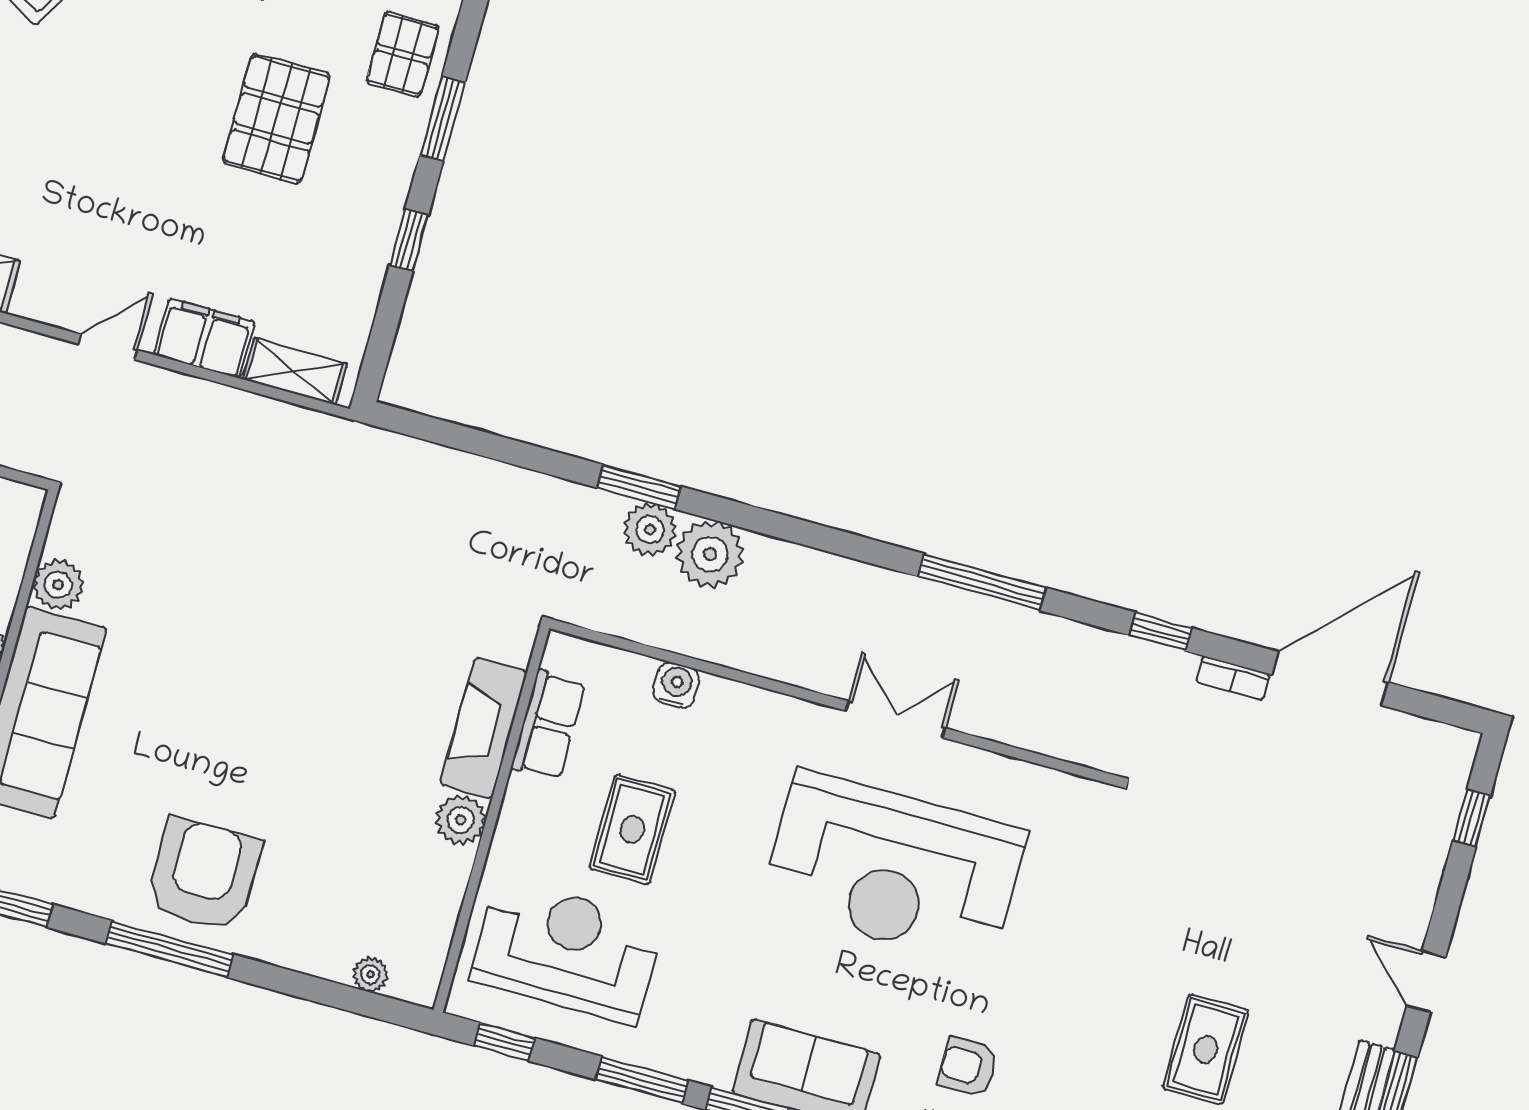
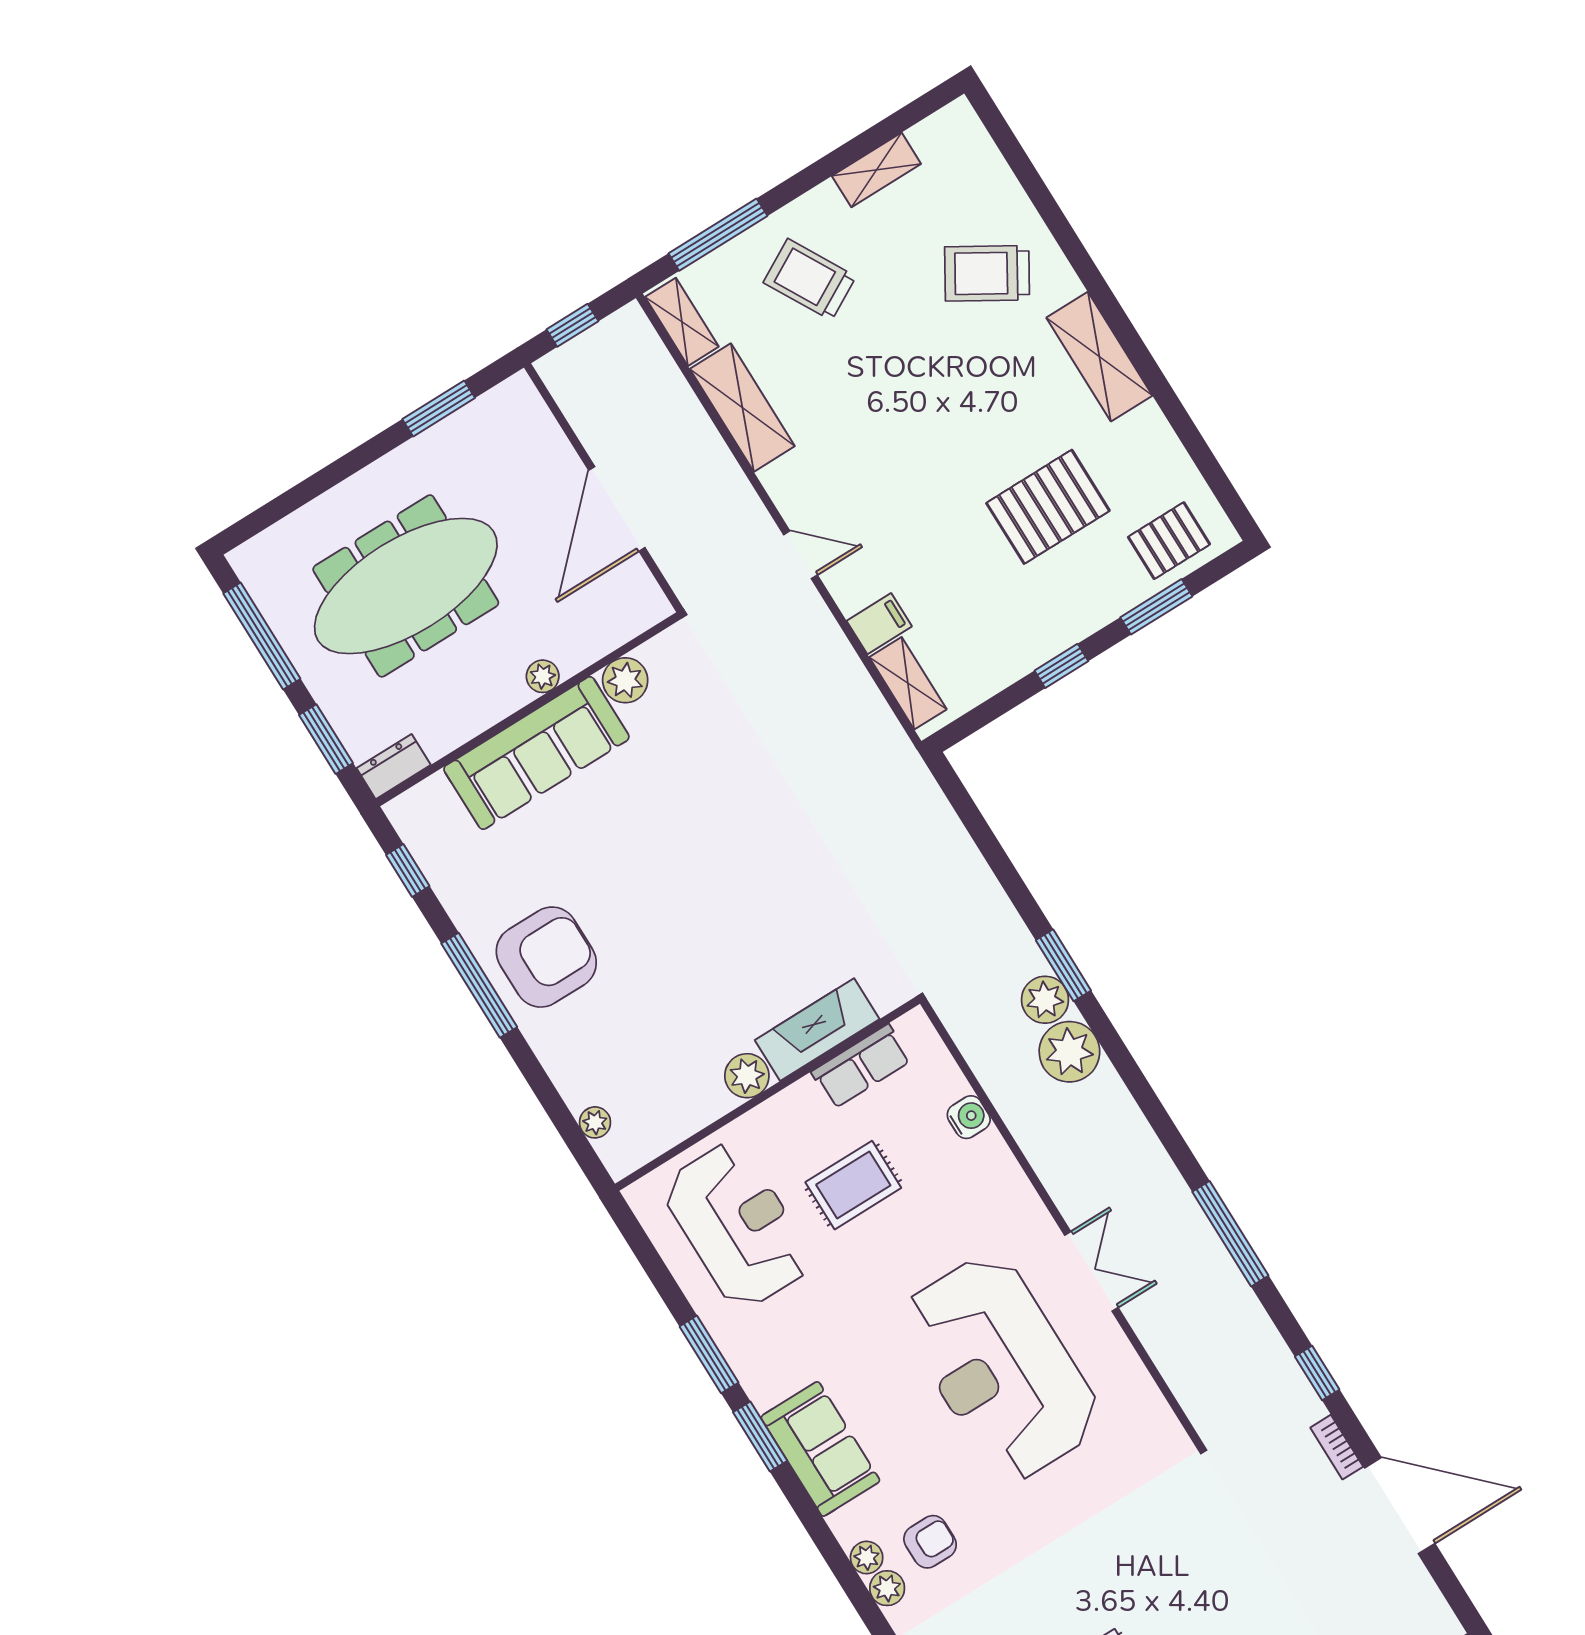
filing cabinet: (204, 338) -> (879, 624), width x0.50
window: (505, 1042) -> (642, 1247), removed
armchair: (968, 1067) -> (930, 1542), turned 90

